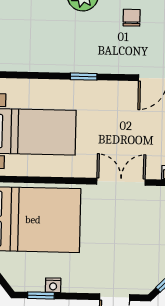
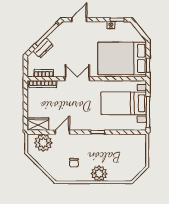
double door: (121, 182) -> (77, 79), swing flipped

